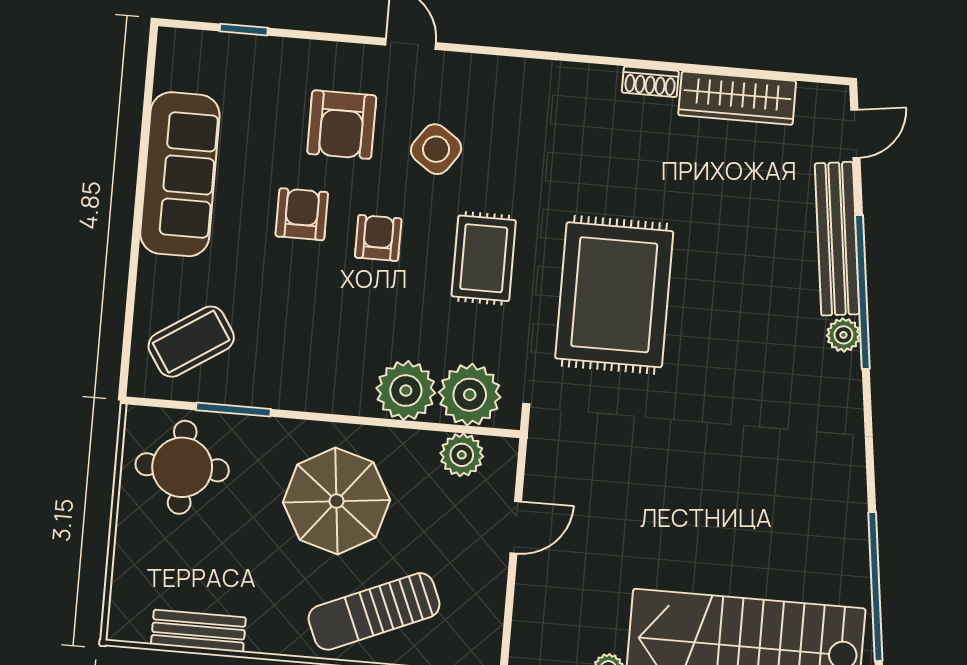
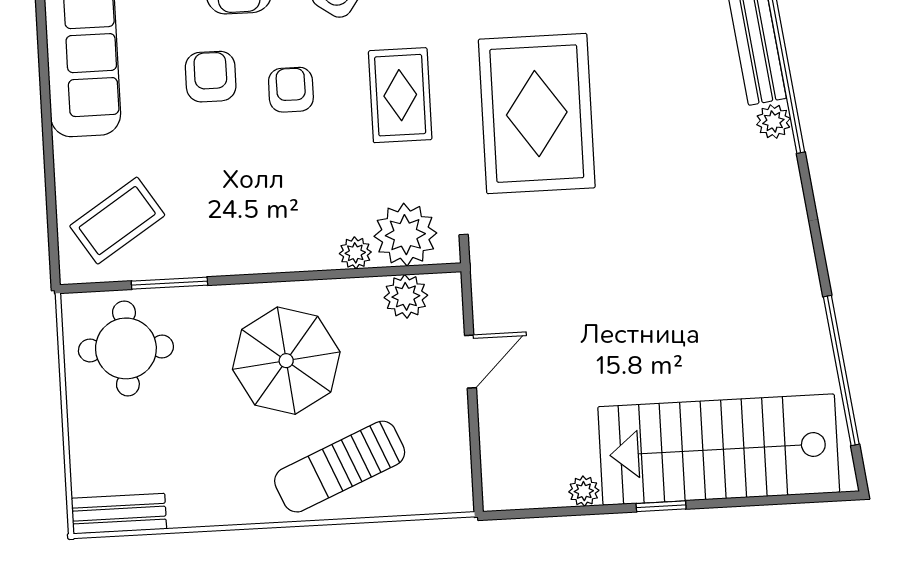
plant: (406, 391) -> (355, 253), width x0.53, depth x0.53
bench: (198, 631) -> (119, 514), moved

